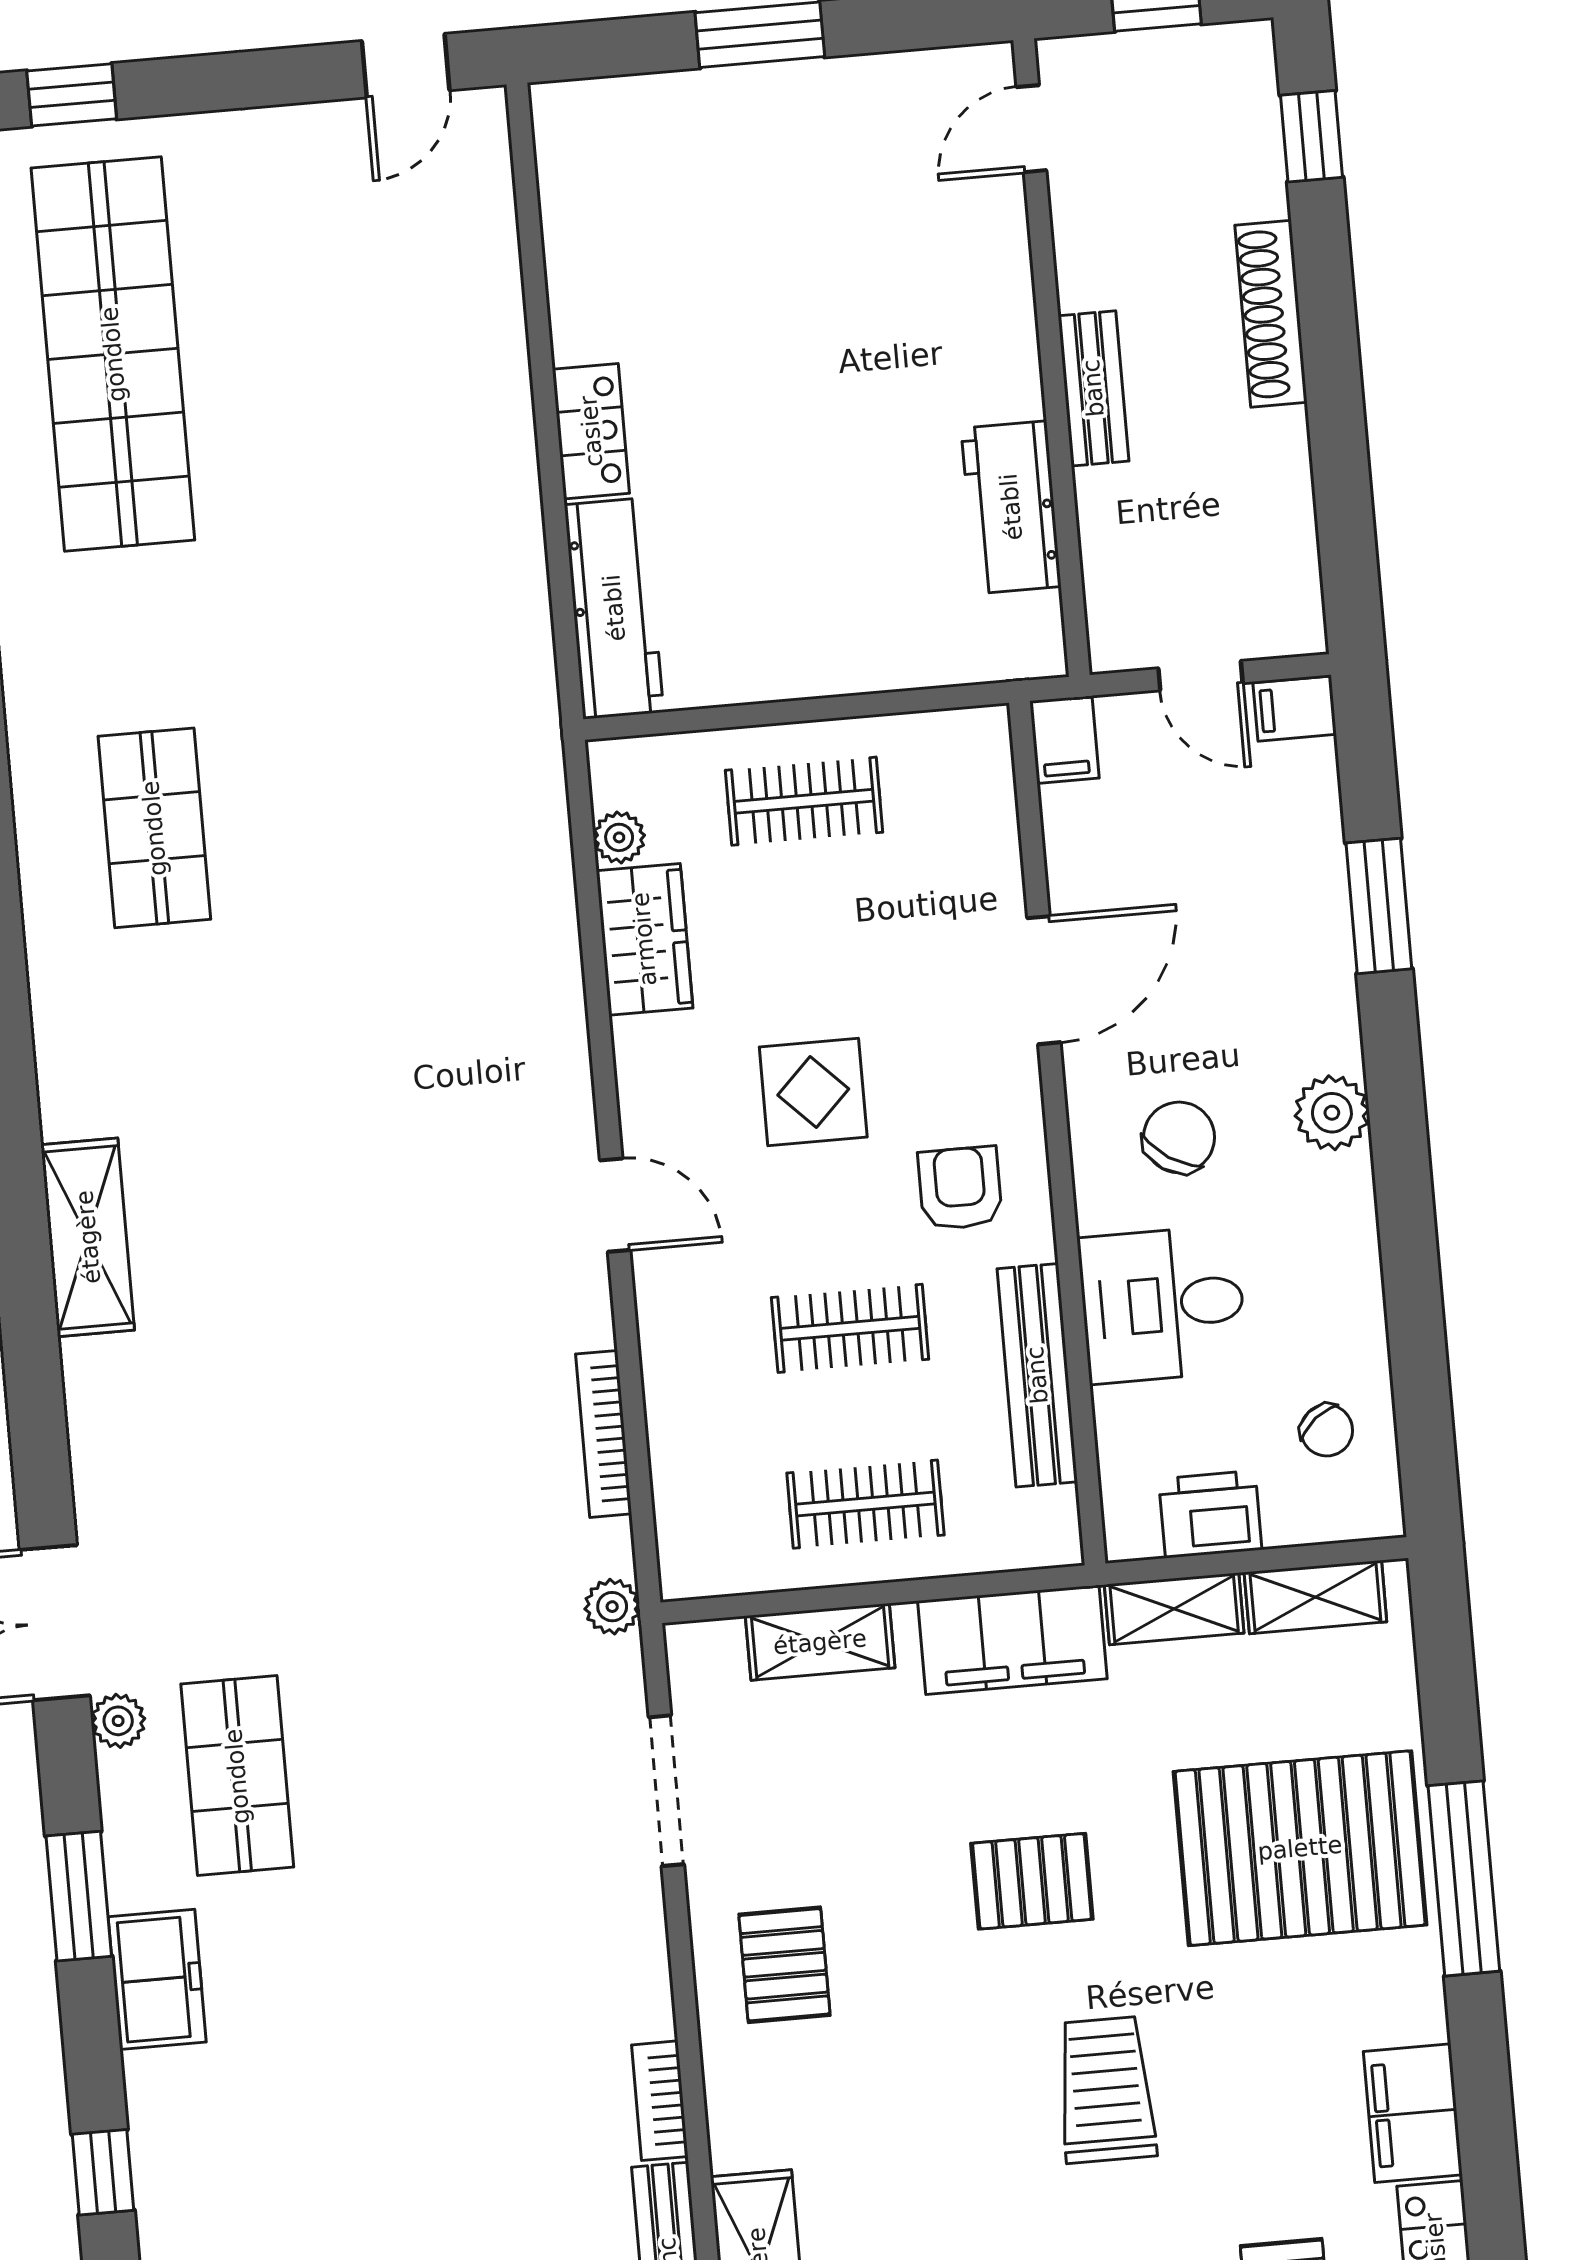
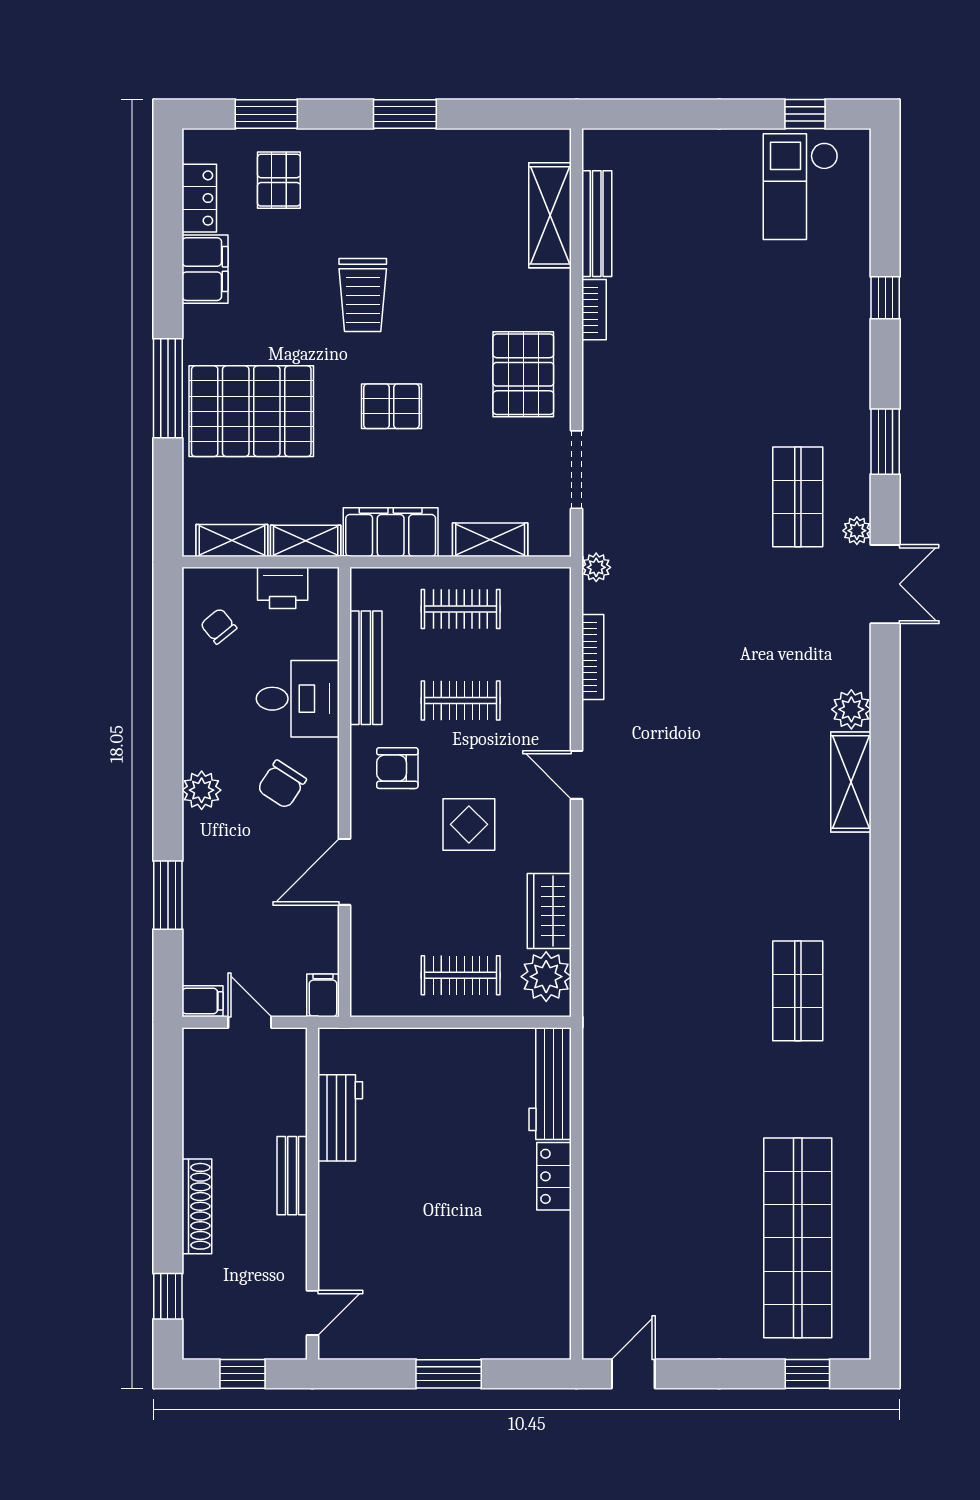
plant: (619, 837) -> (546, 977), width x1.88, depth x1.88
armchair: (960, 1188) -> (397, 768), turned 90
plant: (99, 1377) -> (851, 709), added
pallet: (784, 1965) -> (523, 374), width x1.50, depth x1.42
freezer: (157, 1979) -> (848, 395), removed

